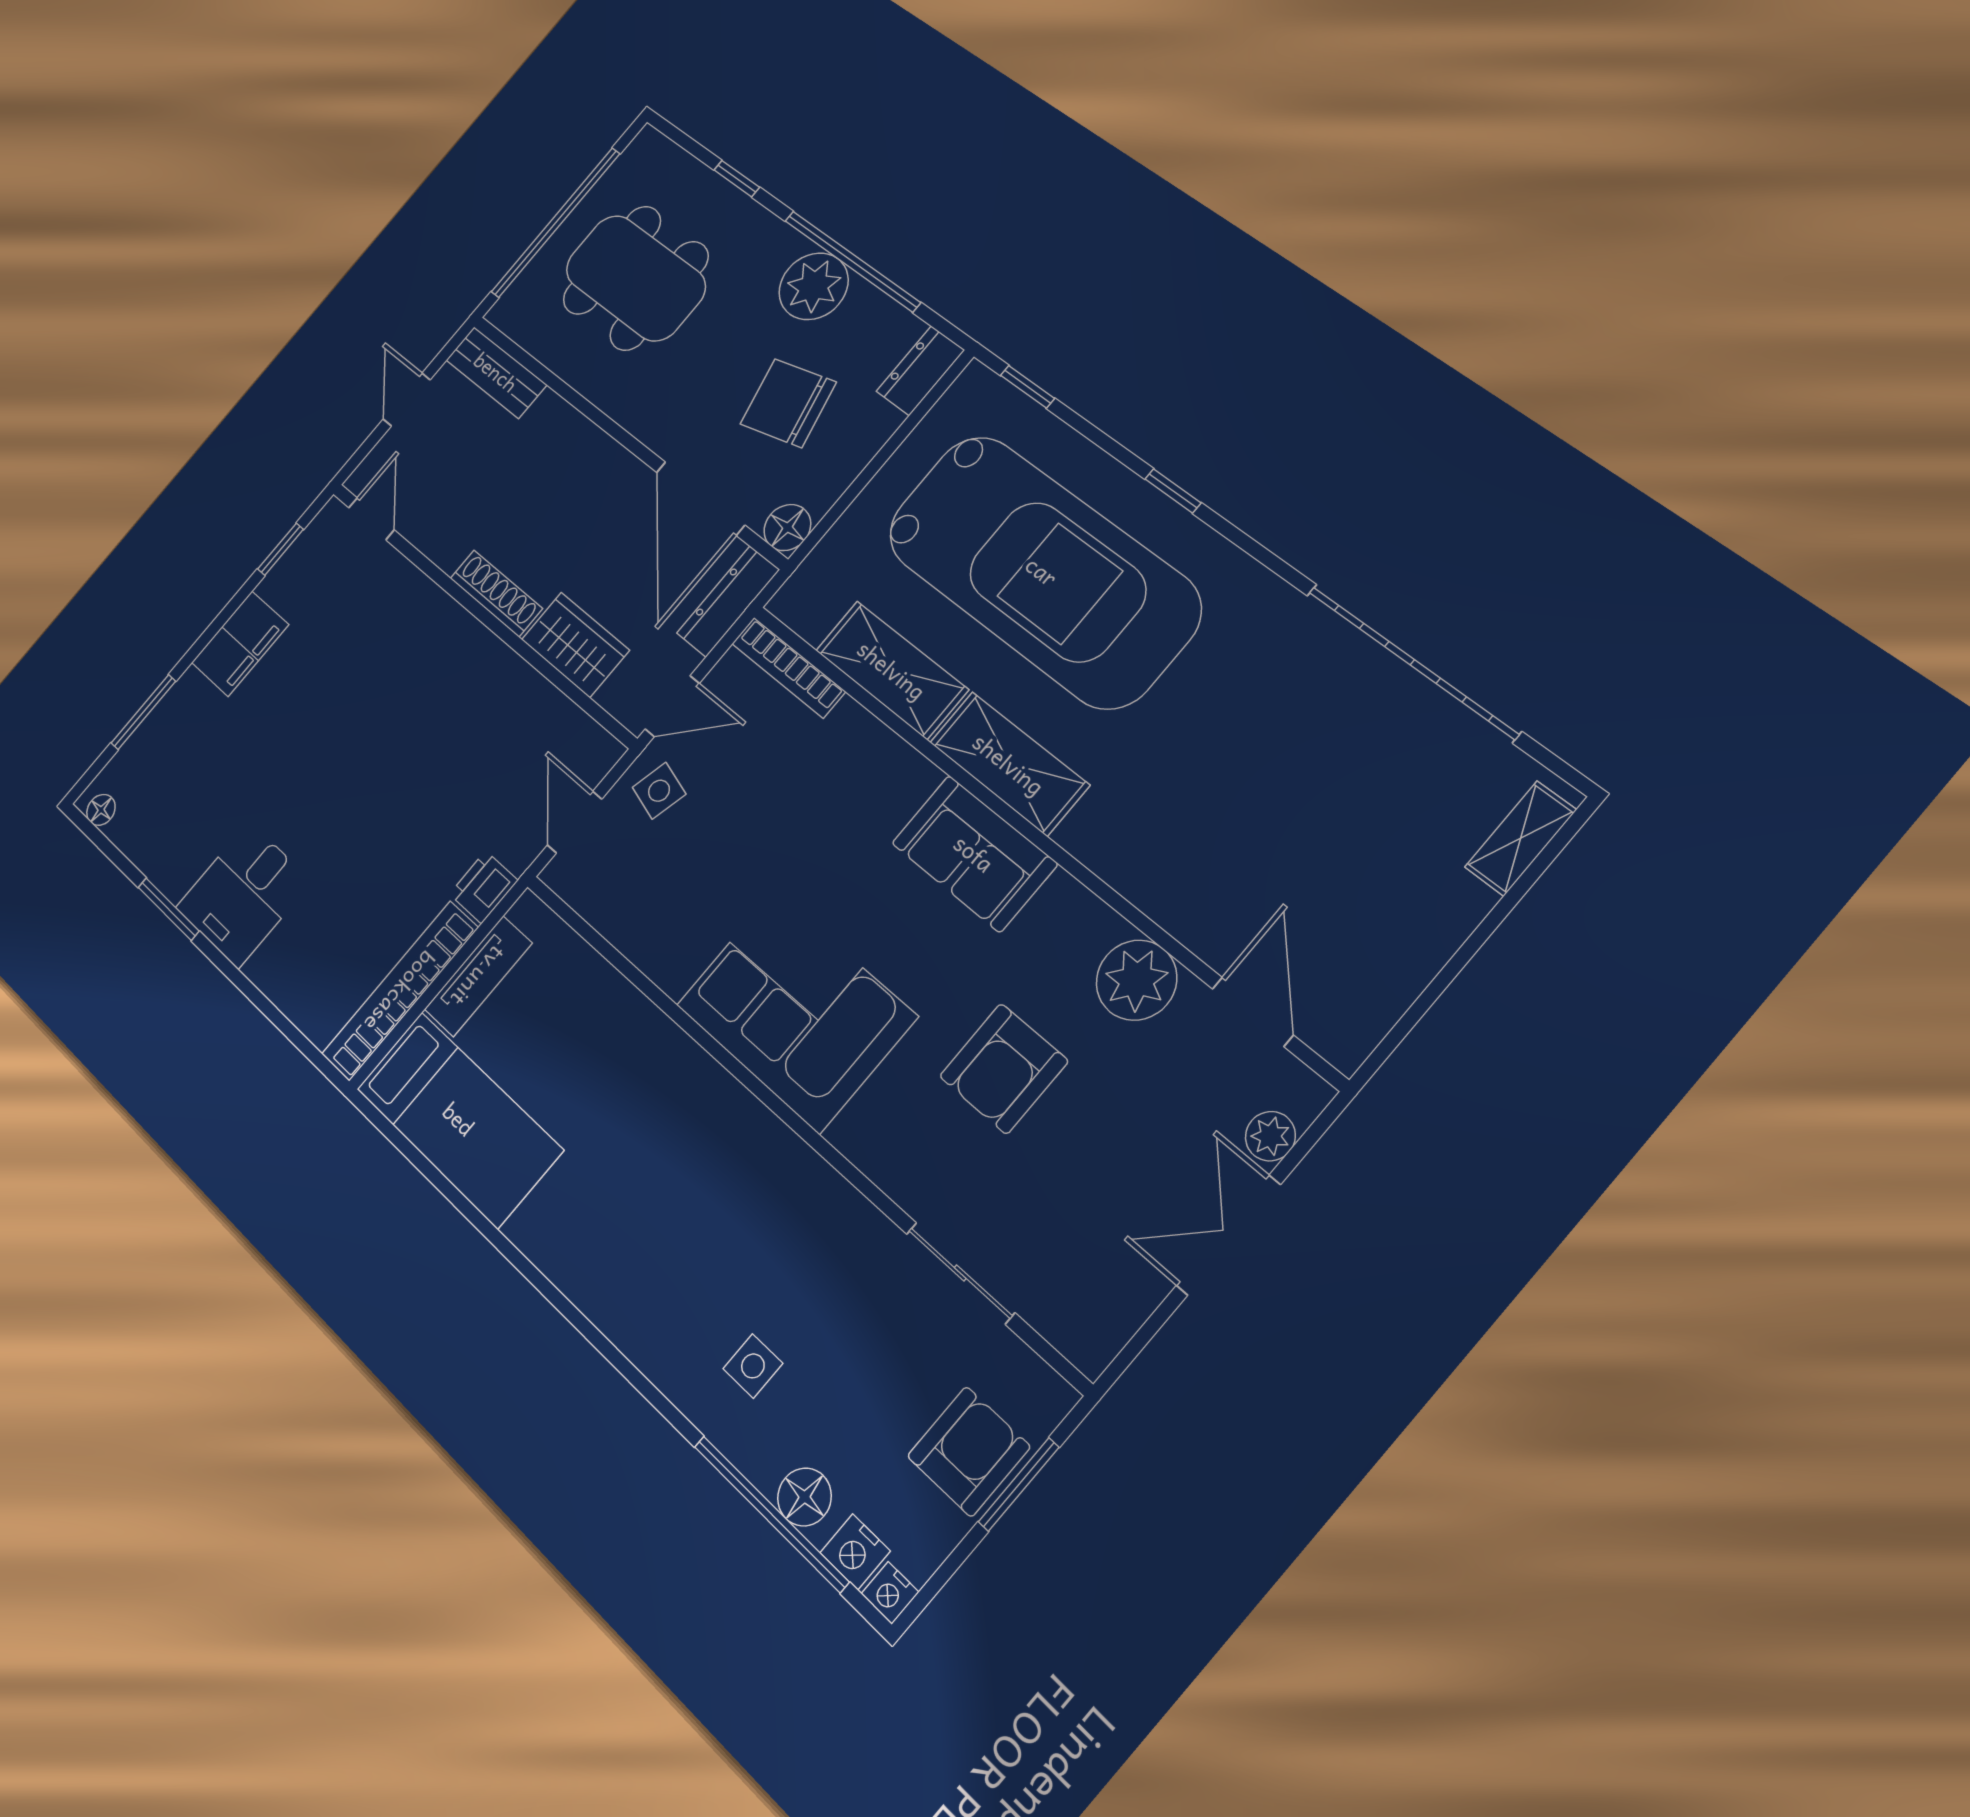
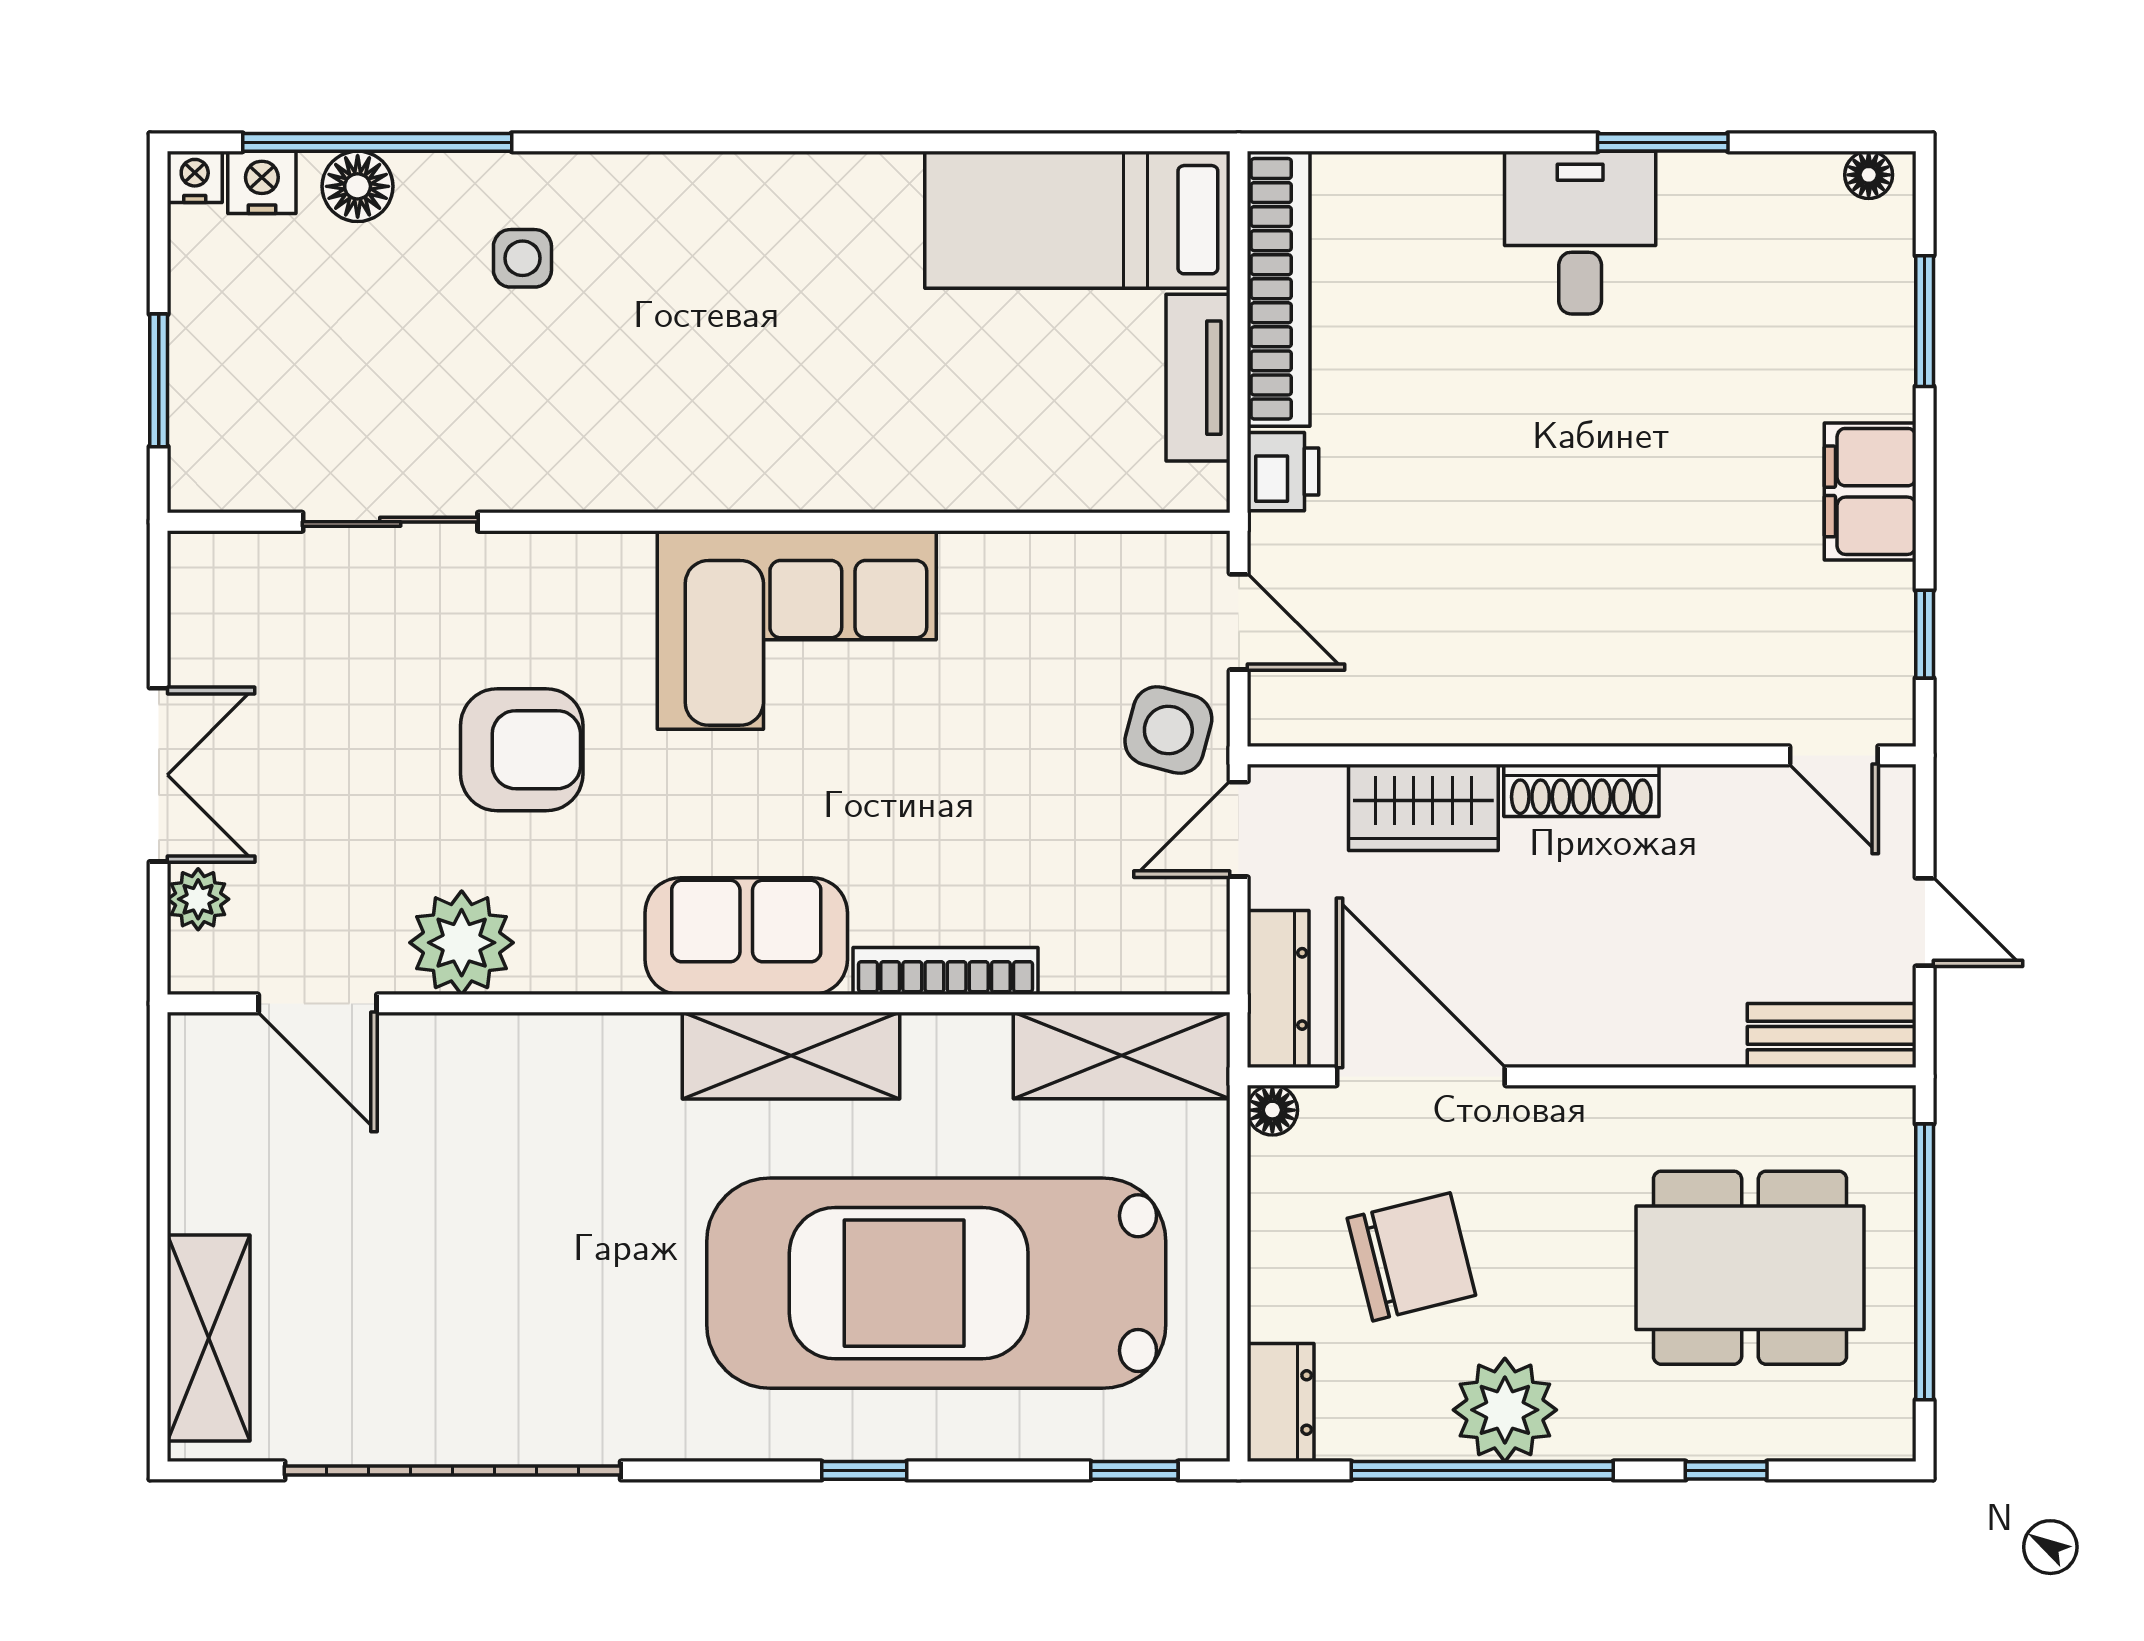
floor lamp: (787, 528) -> (1272, 1110), width x0.73, depth x0.73
bookcase: (788, 667) -> (945, 971), moved
shelving: (892, 670) -> (1122, 1055), moved
side table: (659, 791) -> (1168, 730), width x1.37, depth x1.37
shelving: (1521, 838) -> (209, 1338), width x1.50, depth x1.33
armchair: (1004, 1069) -> (522, 750), turned 90
armchair: (969, 1451) -> (233, 368), removed

